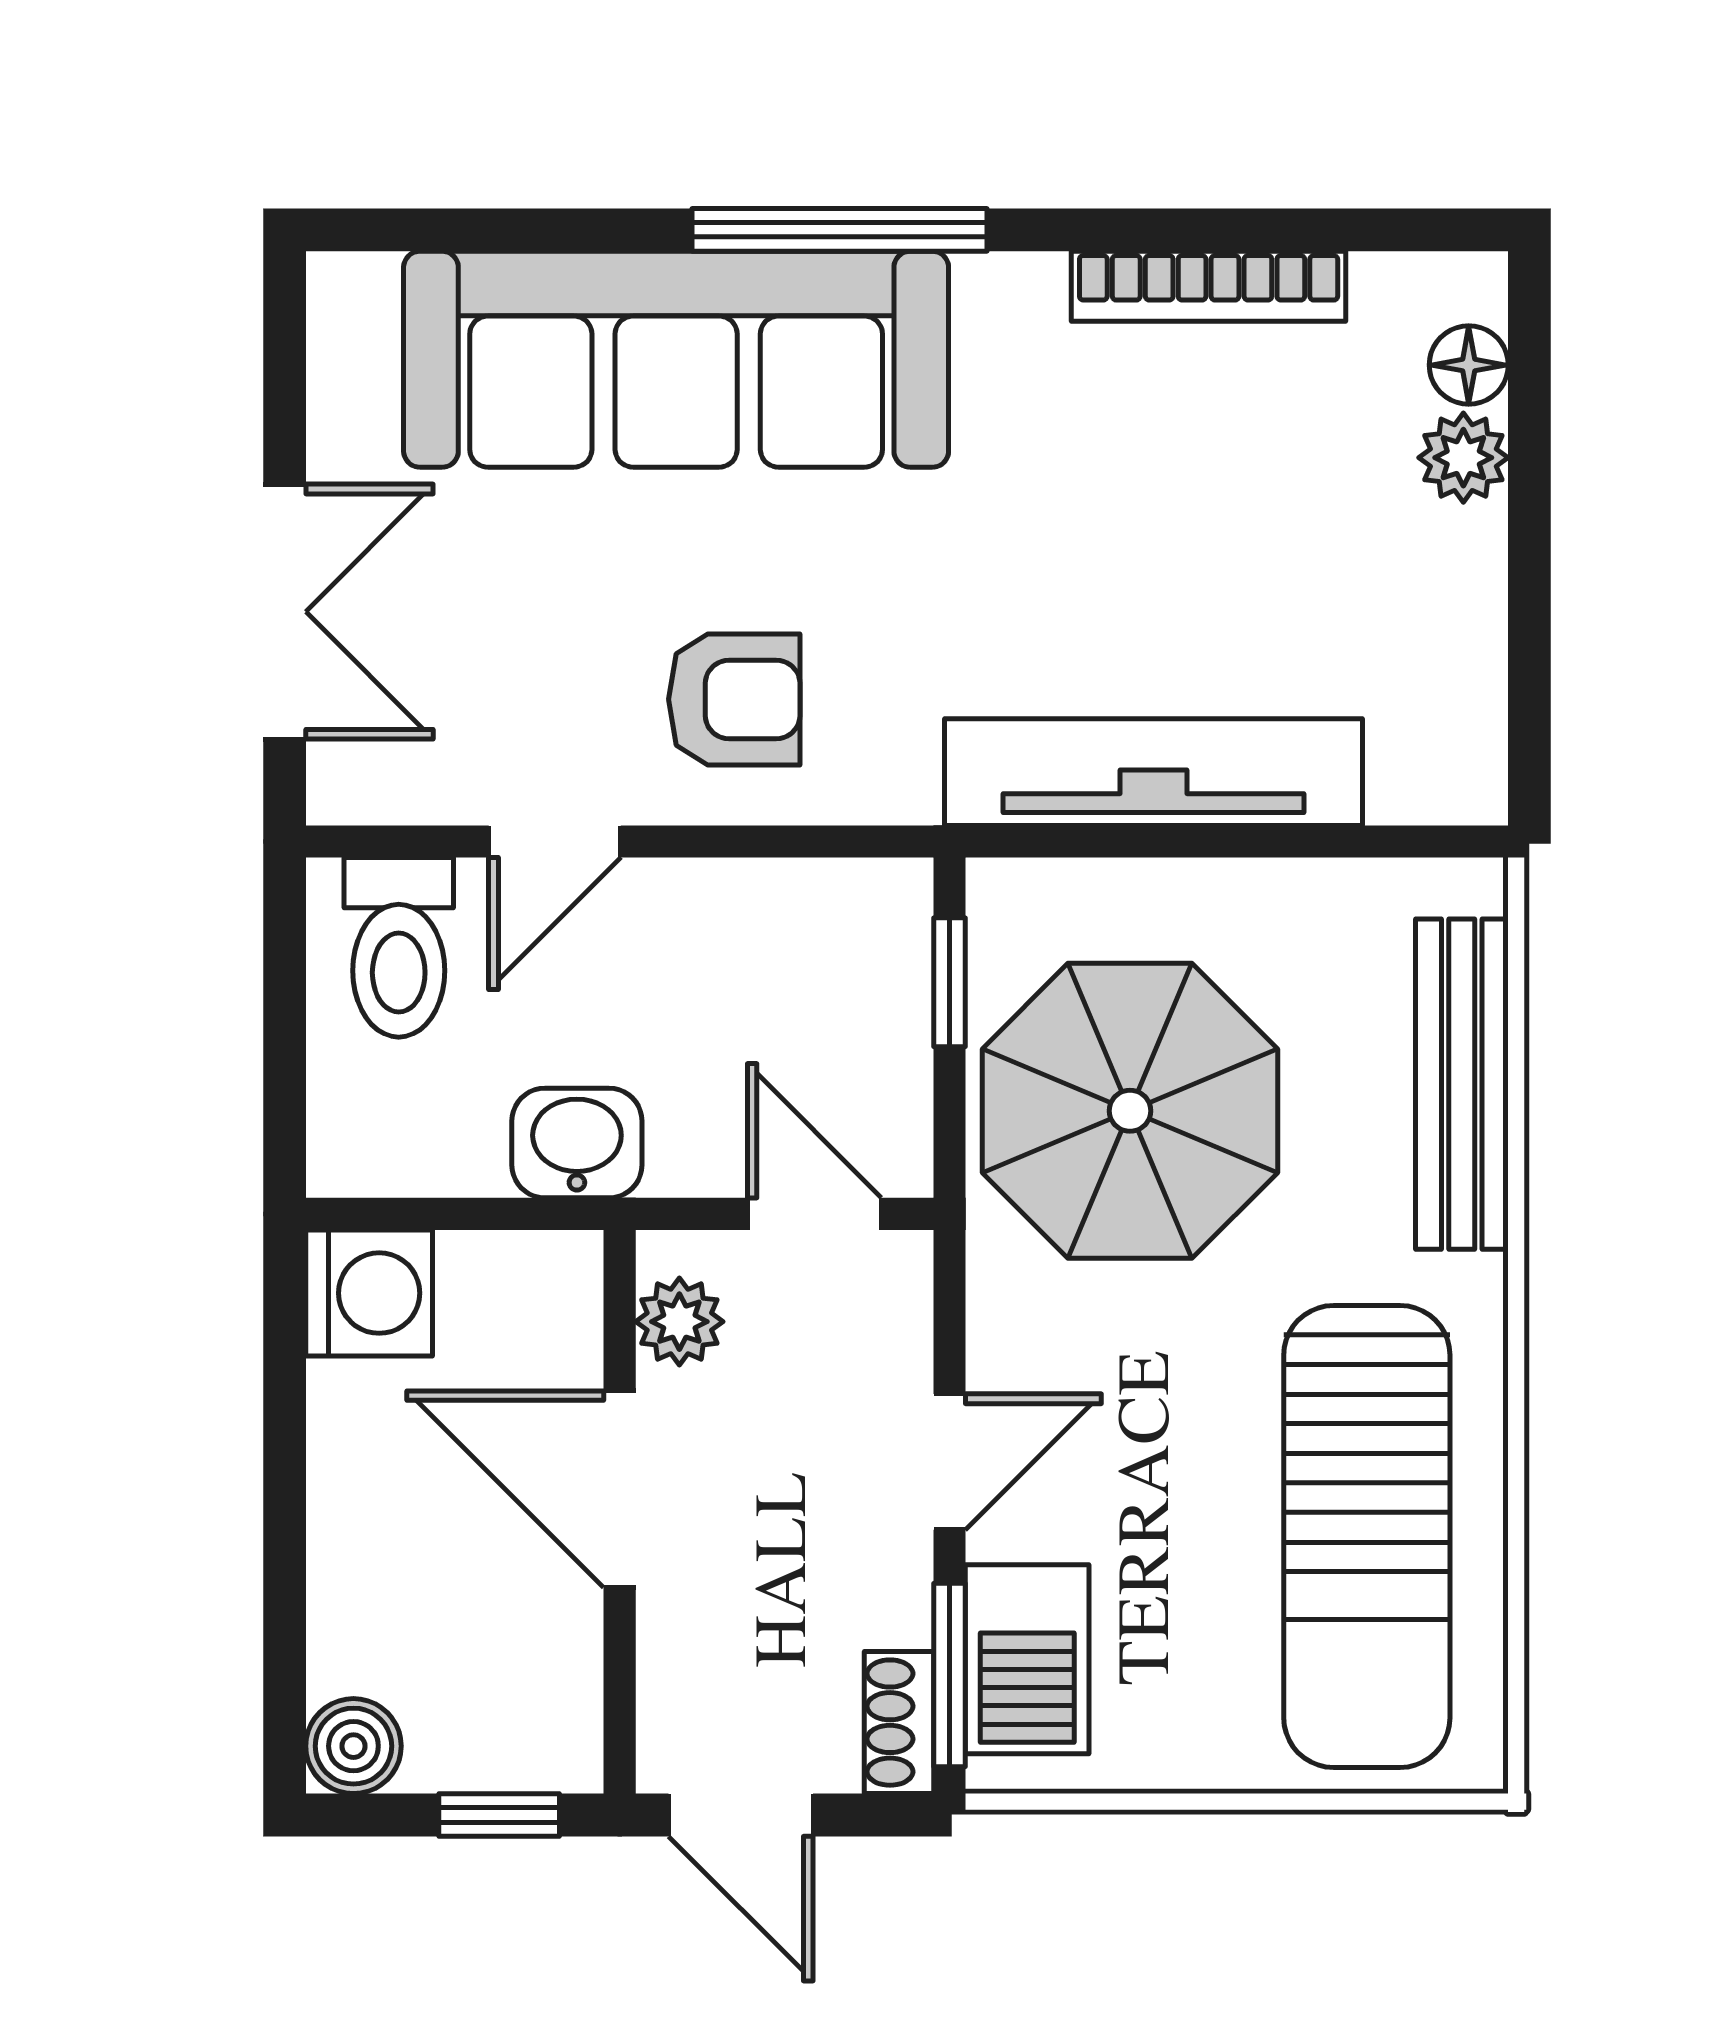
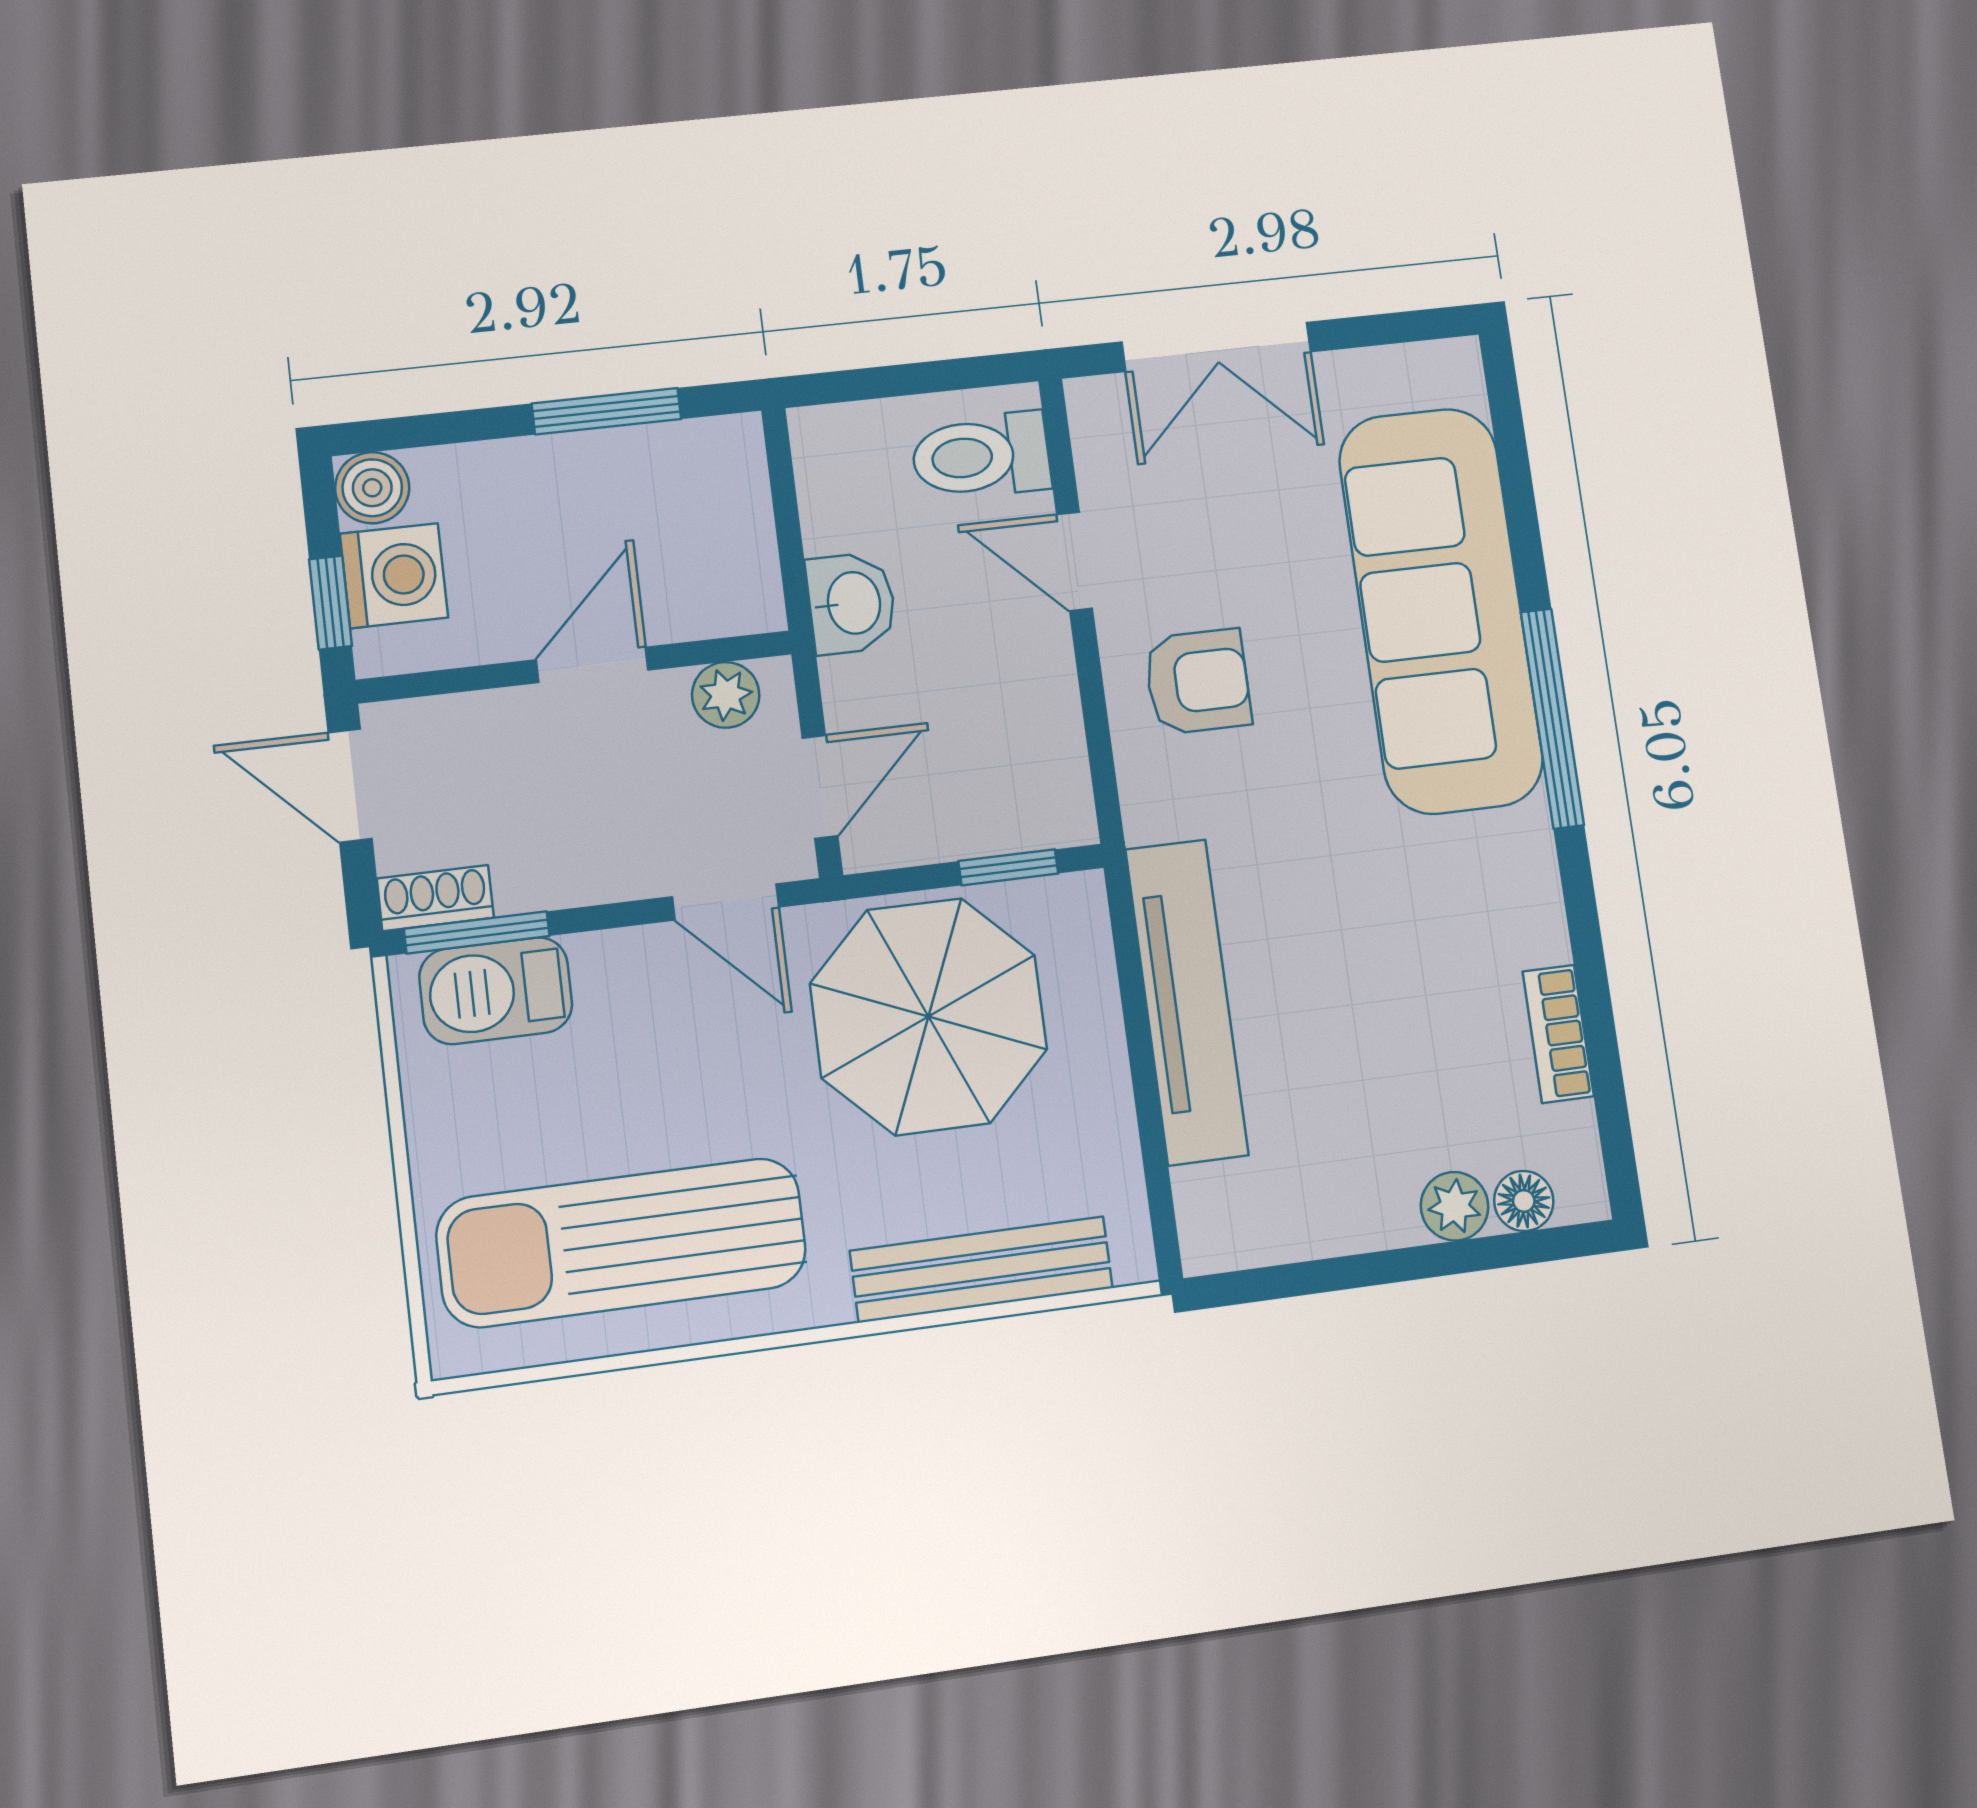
bookcase: (1209, 286) -> (1558, 1034), width x0.64
armchair: (734, 699) -> (1198, 682), turned -90
washing machine: (369, 1293) -> (394, 576), moved, turned -90
window: (285, 1432) -> (607, 411), added
door: (950, 1462) -> (726, 902), moved
door: (620, 1489) -> (592, 665), width x0.73
door: (741, 1815) -> (350, 786), hinge flipped

